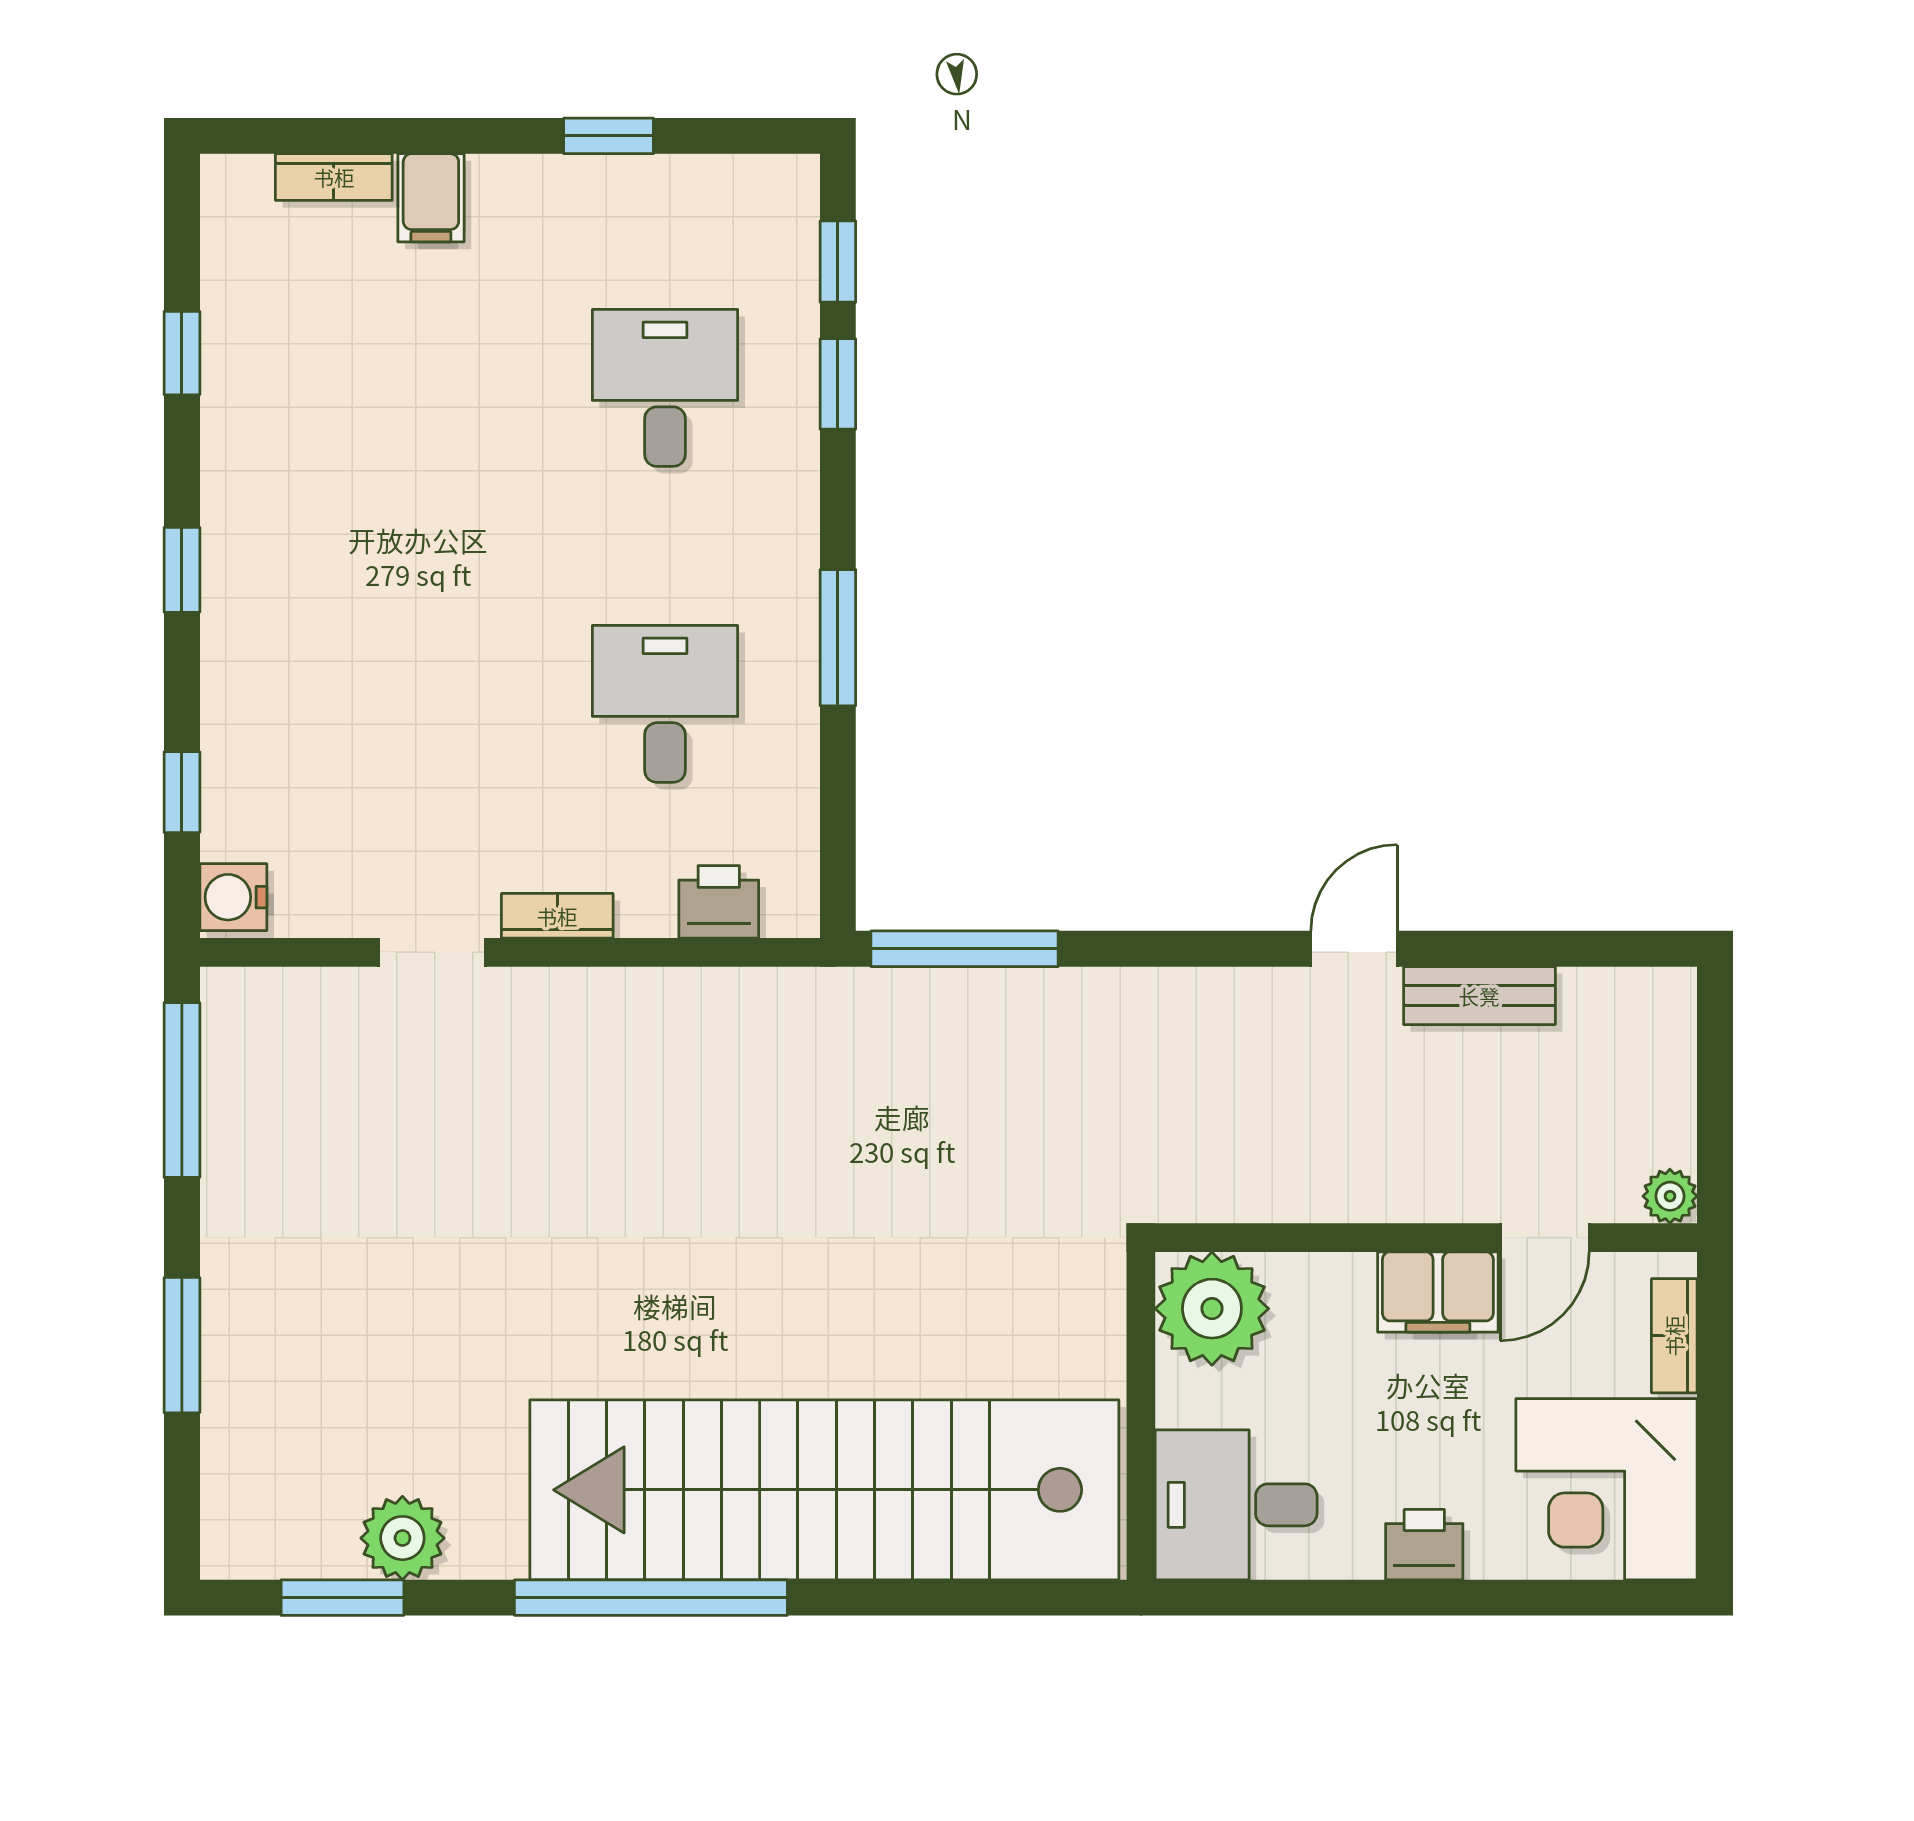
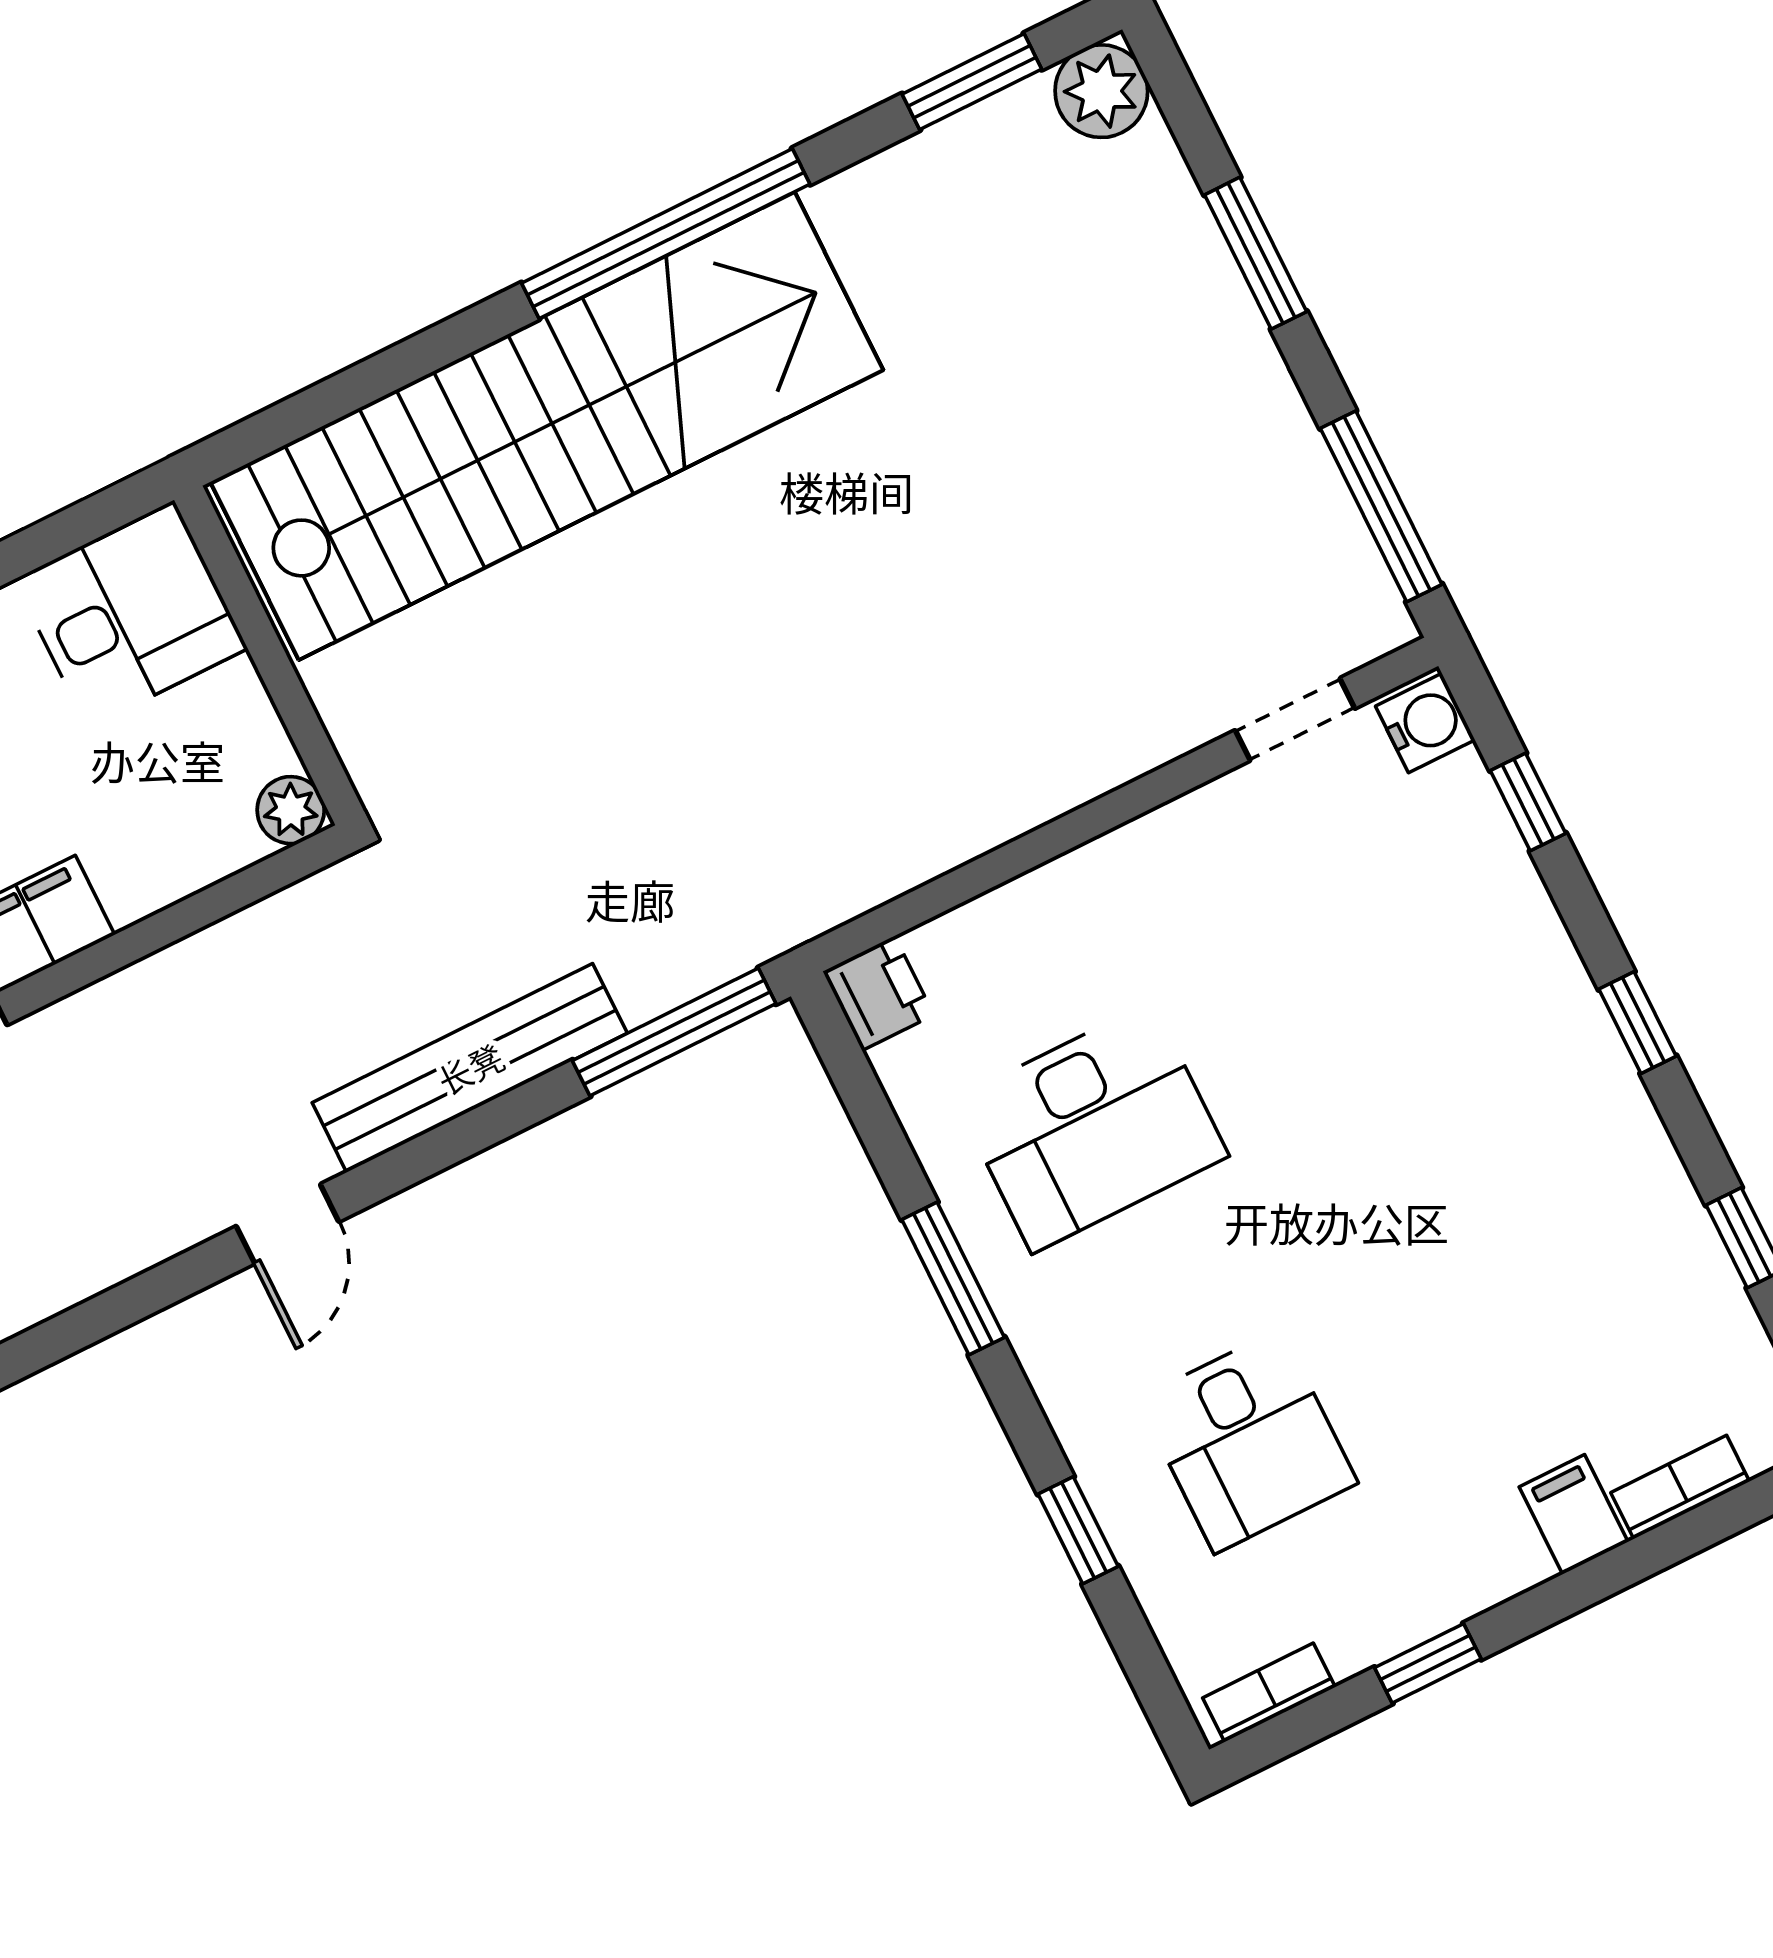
window: (838, 262) -> (1138, 1652), removed
desk: (665, 704) -> (1092, 1127), width x1.37
printer: (719, 902) -> (878, 993), moved, turned -90
bookcase: (557, 916) -> (1269, 1693), moved, turned 180
doorway: (432, 952) -> (1295, 719), moved
bench: (1479, 996) -> (470, 1068), moved, width x1.86, depth x1.21
plant: (1212, 1309) -> (291, 810), width x0.53, depth x0.53
plant: (402, 1538) -> (1101, 91), moved

